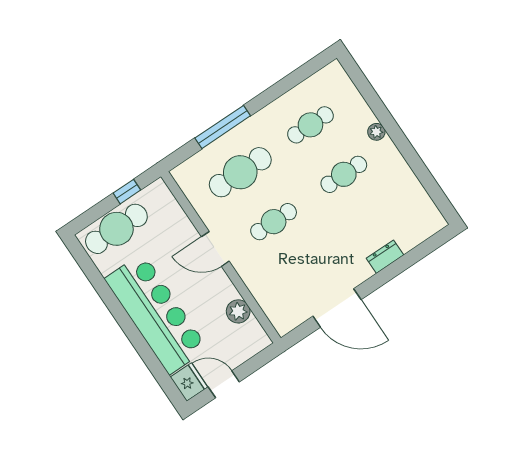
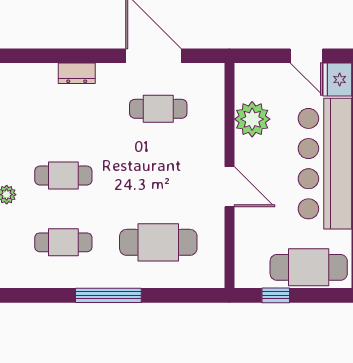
window: (223, 127) -> (108, 295), moved
cafe table: (274, 222) -> (158, 109), moved
plant: (238, 311) -> (252, 119), width x1.36, depth x1.36

